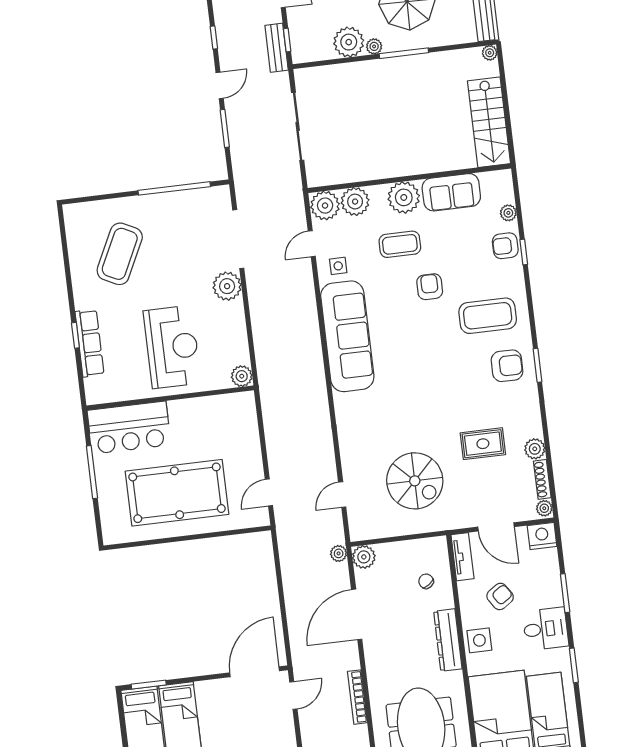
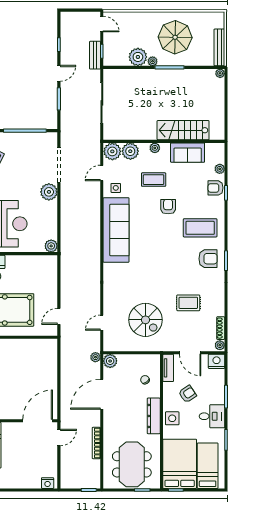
stairs: (489, 122) -> (183, 130), moved, turned 90
plant: (404, 197) -> (155, 148), width x0.53, depth x0.53
plant: (535, 449) -> (218, 310), removed

